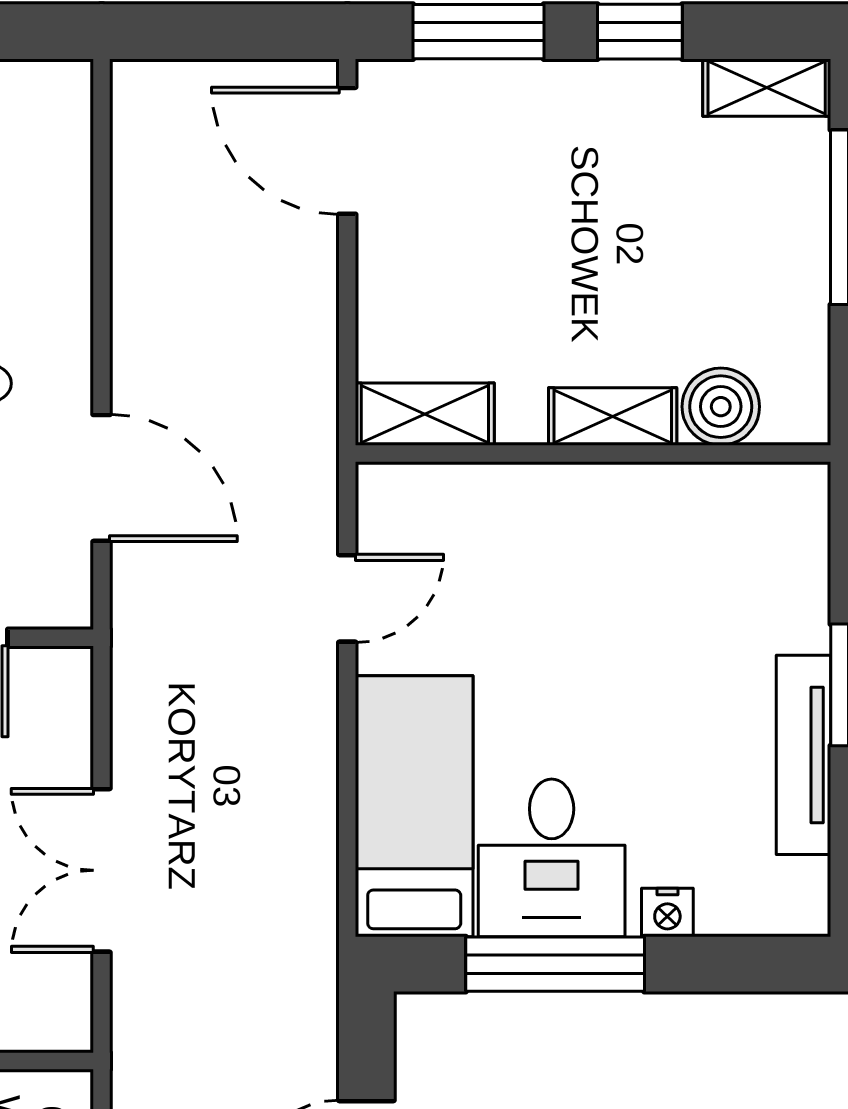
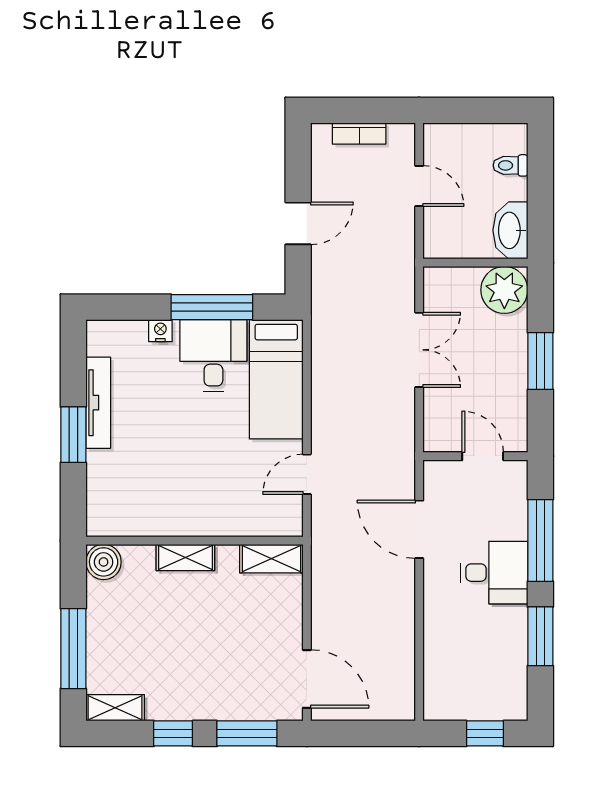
boiler: (721, 407) -> (104, 562), moved

